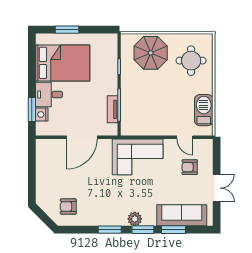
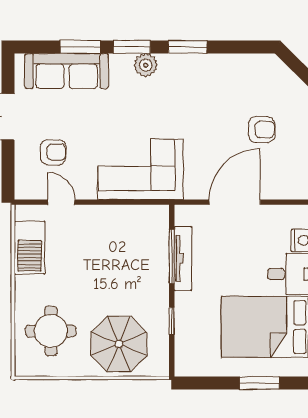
tv unit: (112, 109) -> (183, 258), width x1.41
armchair: (68, 206) -> (262, 130), moved

